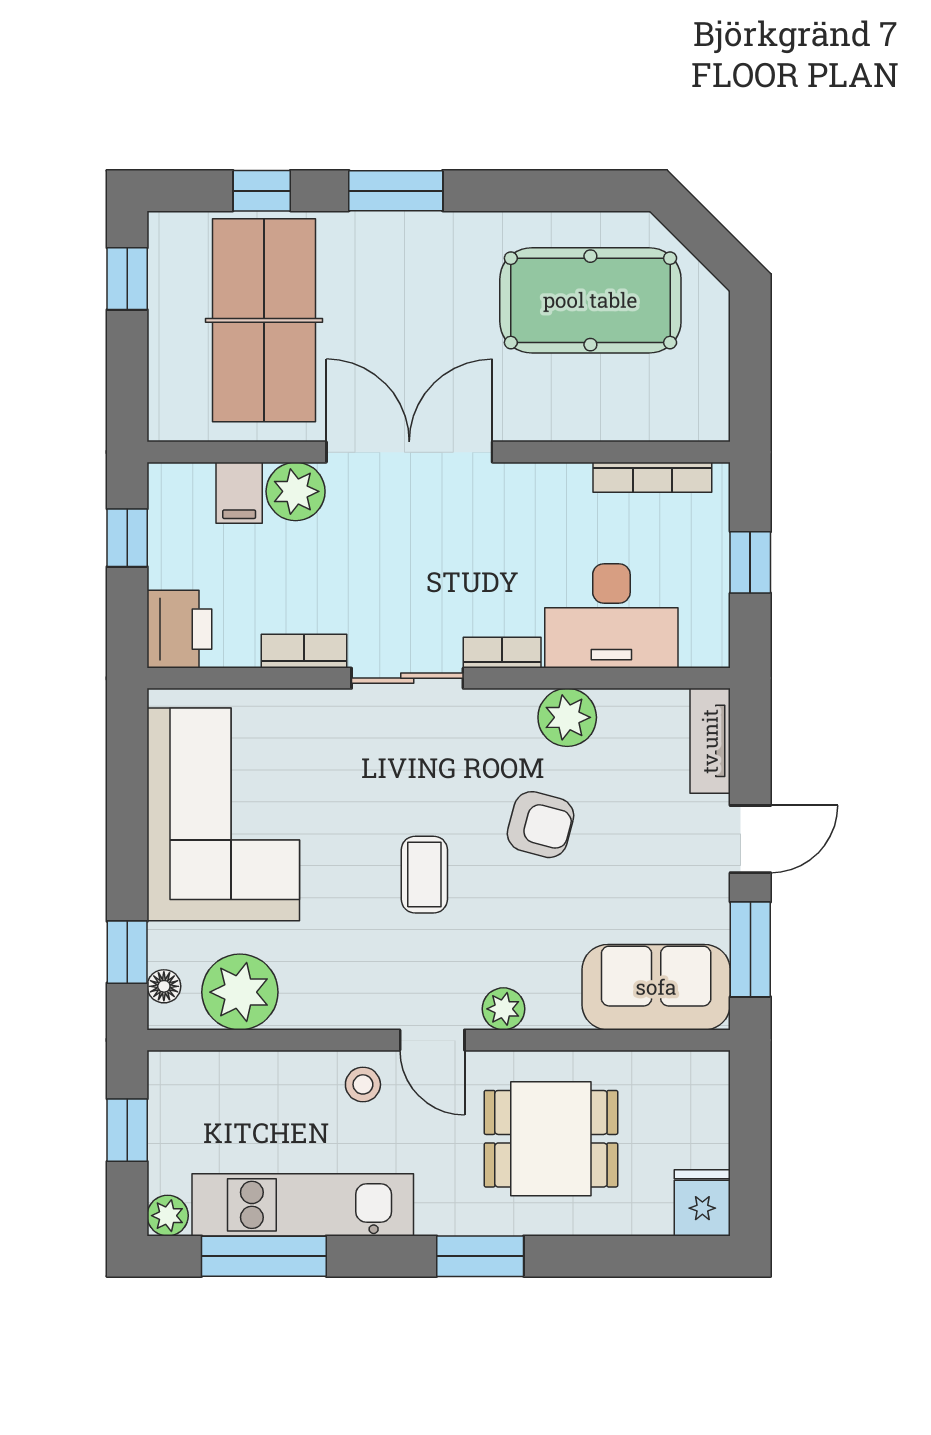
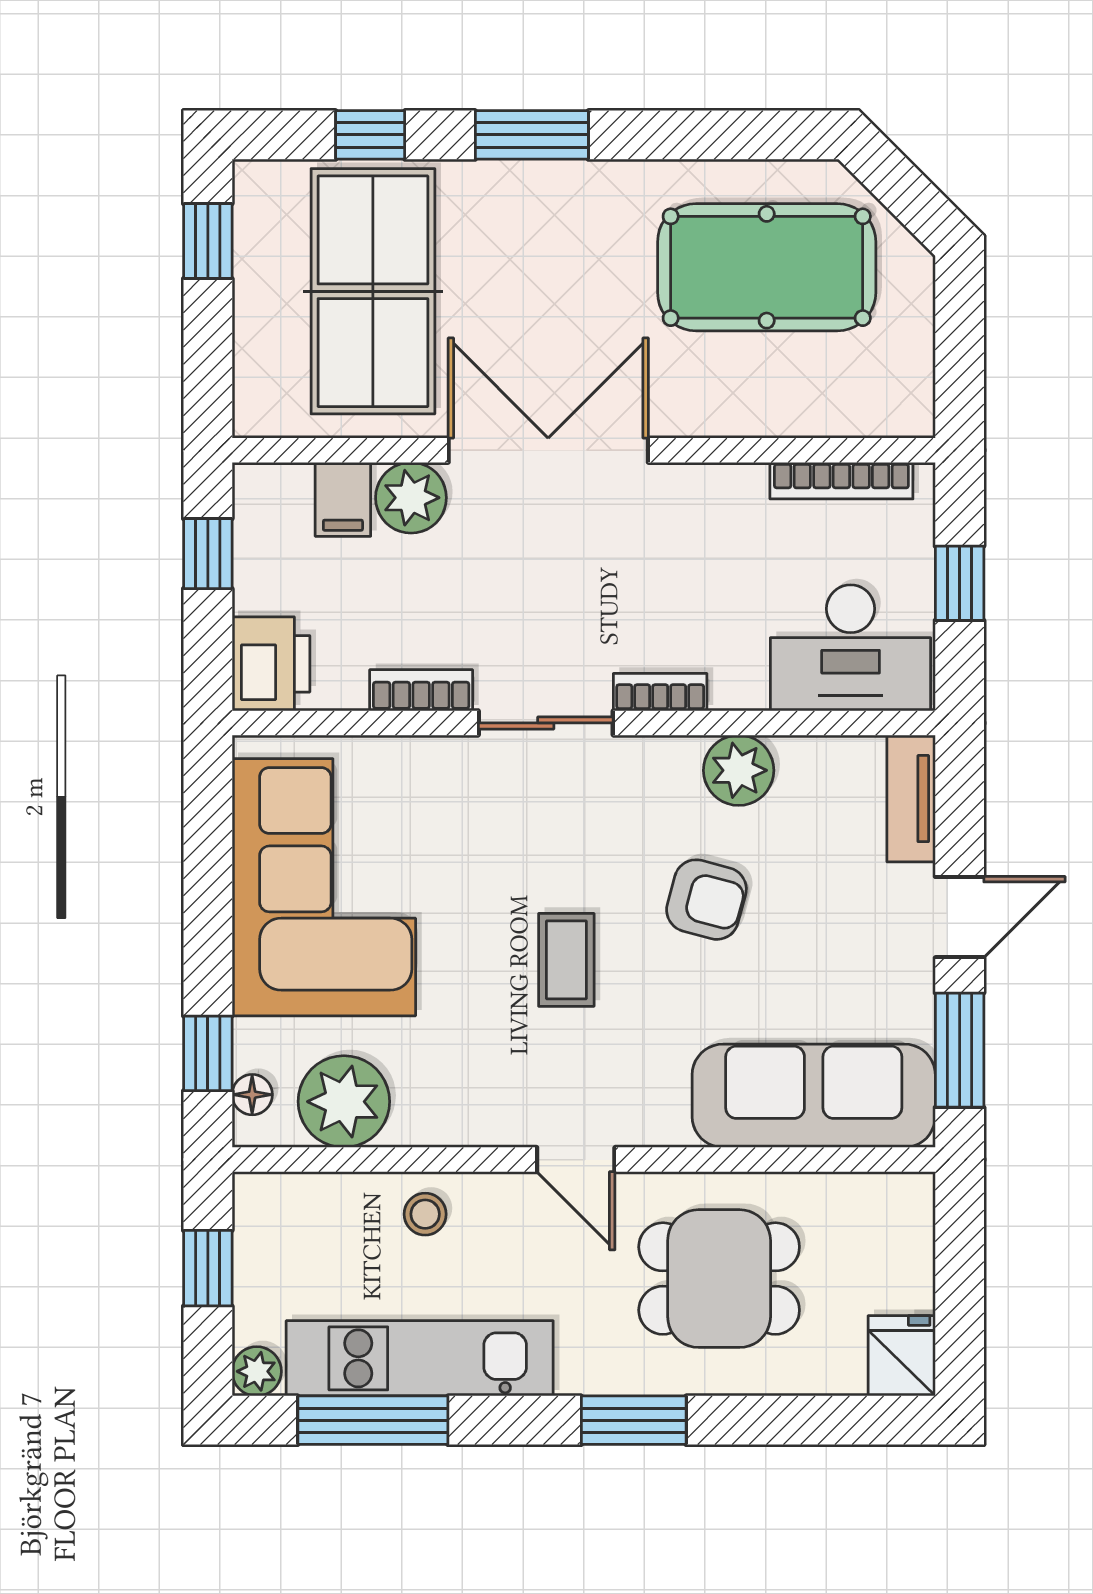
desk: (611, 616) -> (851, 648), moved
sofa: (656, 987) -> (814, 1096), width x1.36
plant: (503, 1009) -> (662, 1122), removed
stool: (363, 1084) -> (425, 1214), moved

